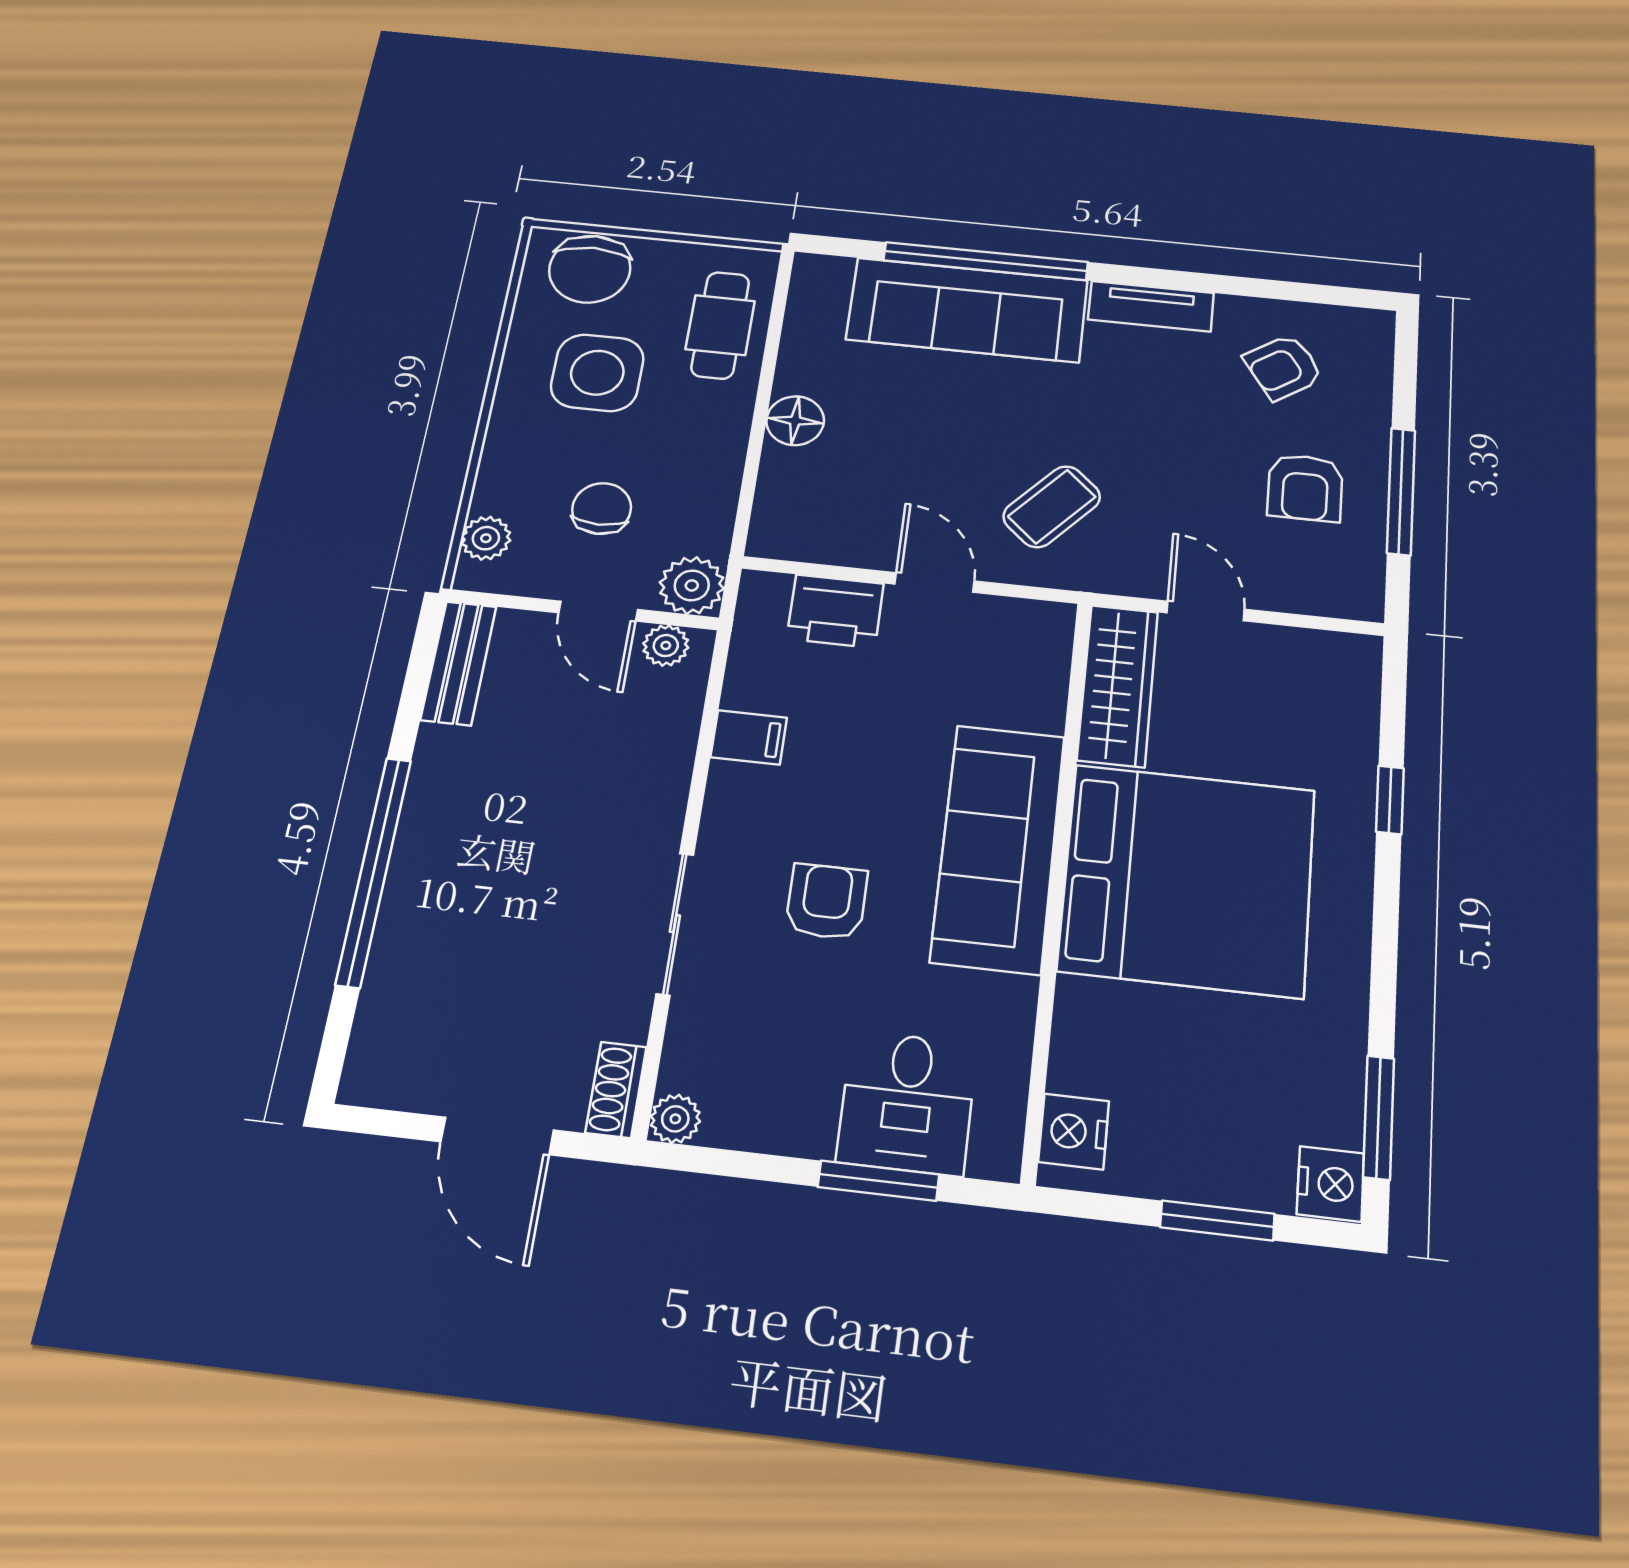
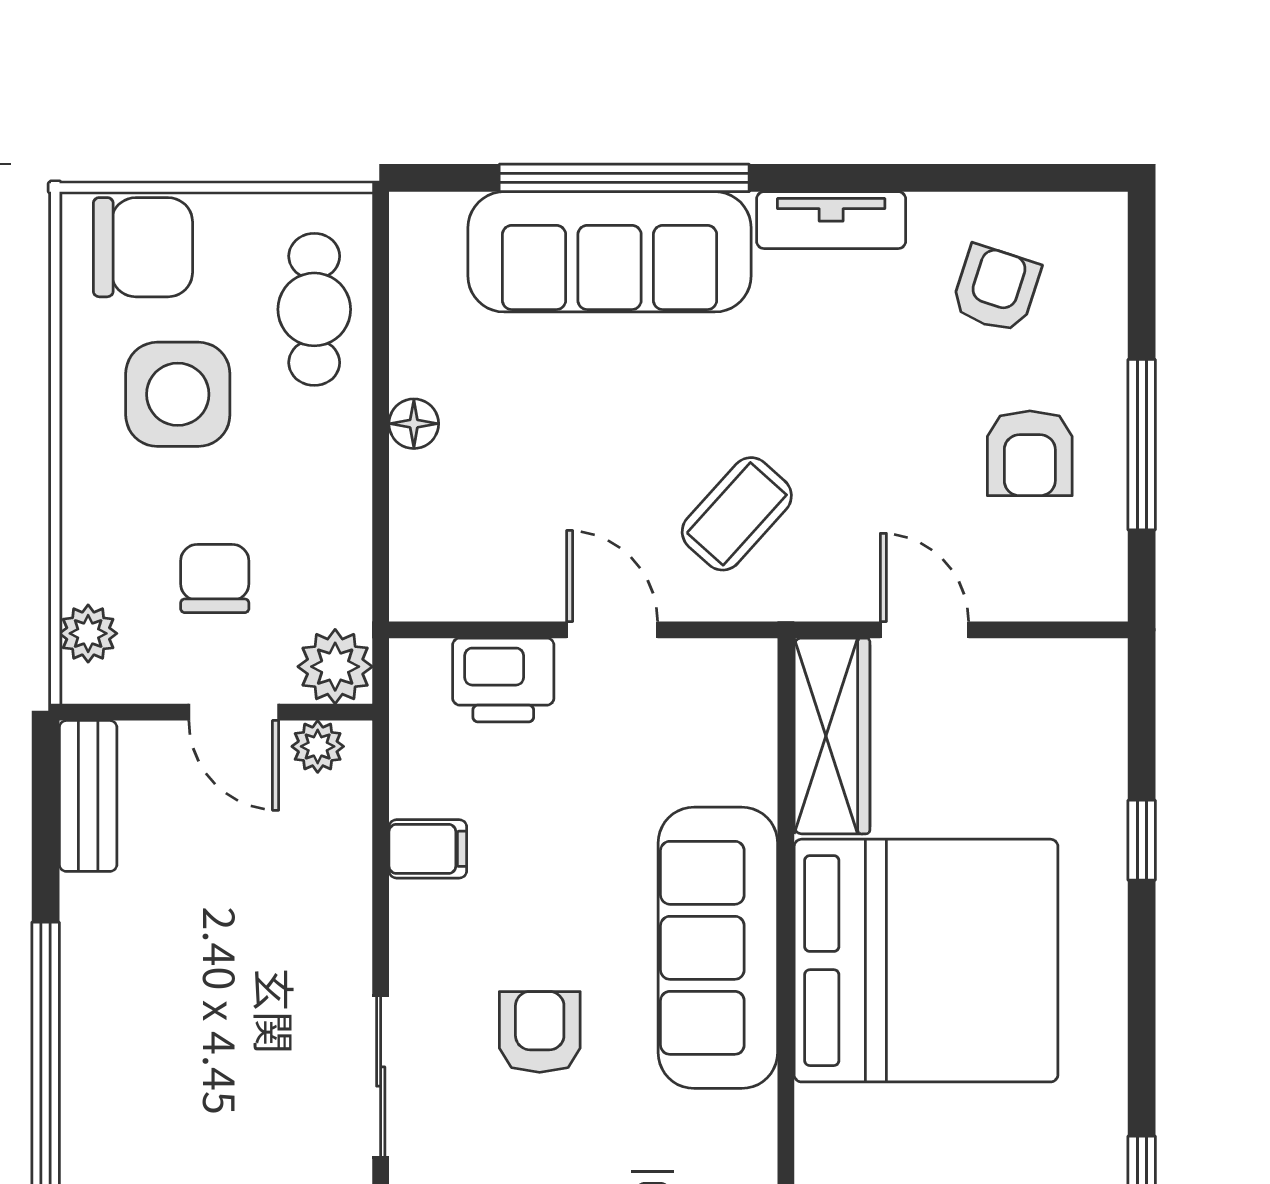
chair: (590, 269) -> (143, 247), turned -90
armchair: (1283, 367) -> (996, 289), turned 142
floor lamp: (795, 421) -> (414, 424), width x0.73, depth x0.73

